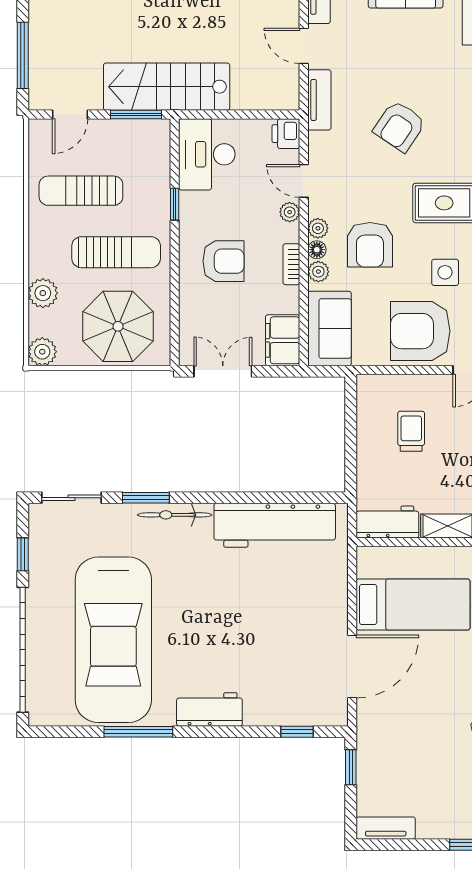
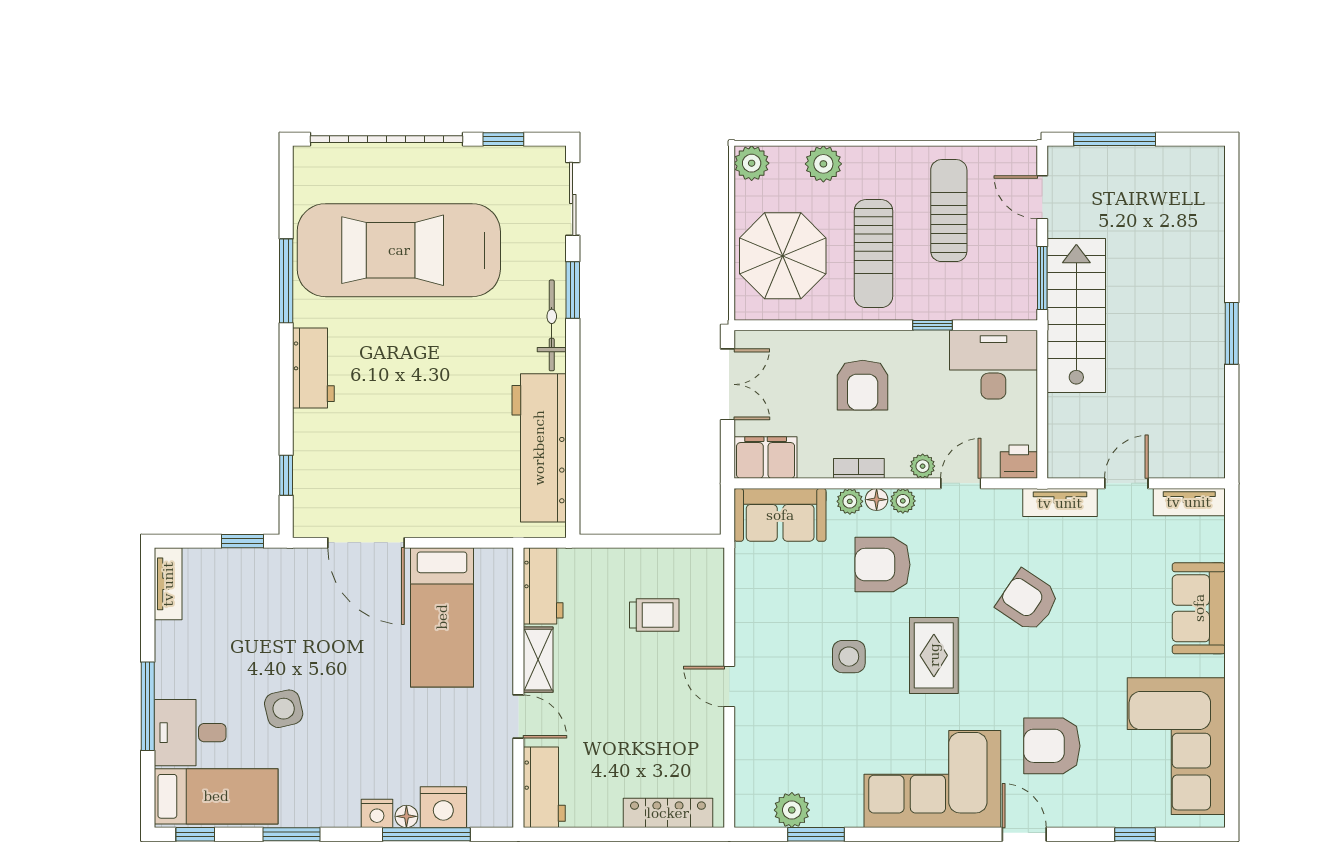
armchair: (420, 331) -> (777, 626), removed

